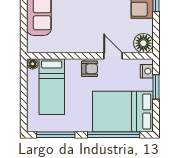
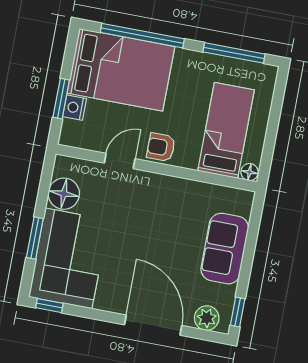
floor lamp: (143, 43) -> (64, 194), moved
door: (113, 56) -> (120, 161), swing flipped
nightstand: (147, 71) -> (75, 108), moved

